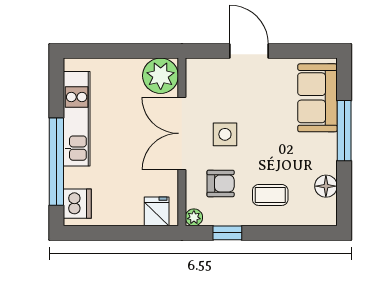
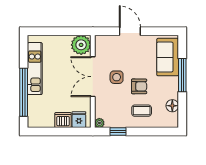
armchair: (221, 183) -> (139, 86), moved
dishwasher: (77, 204) -> (63, 120), moved, turned -90

